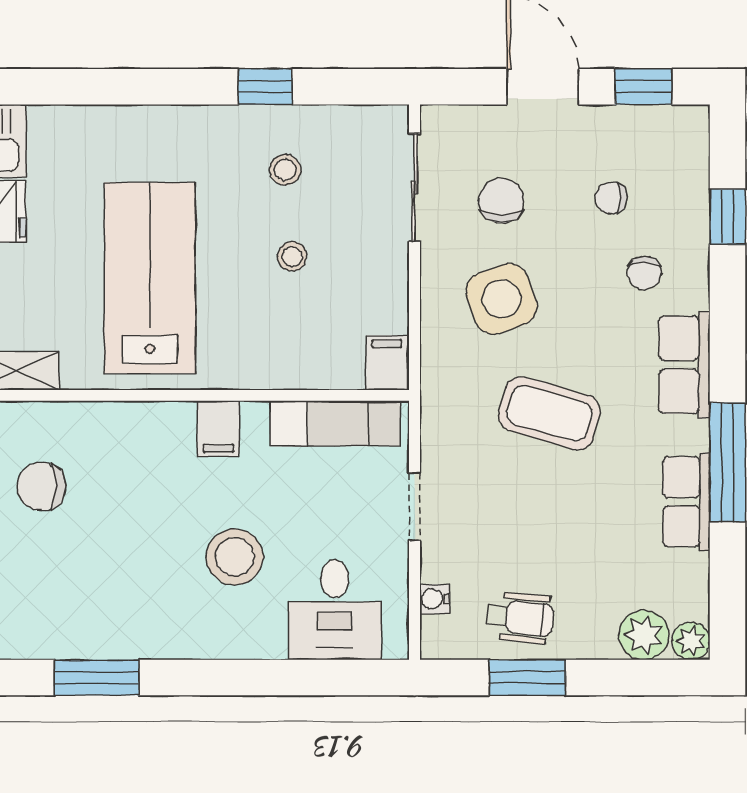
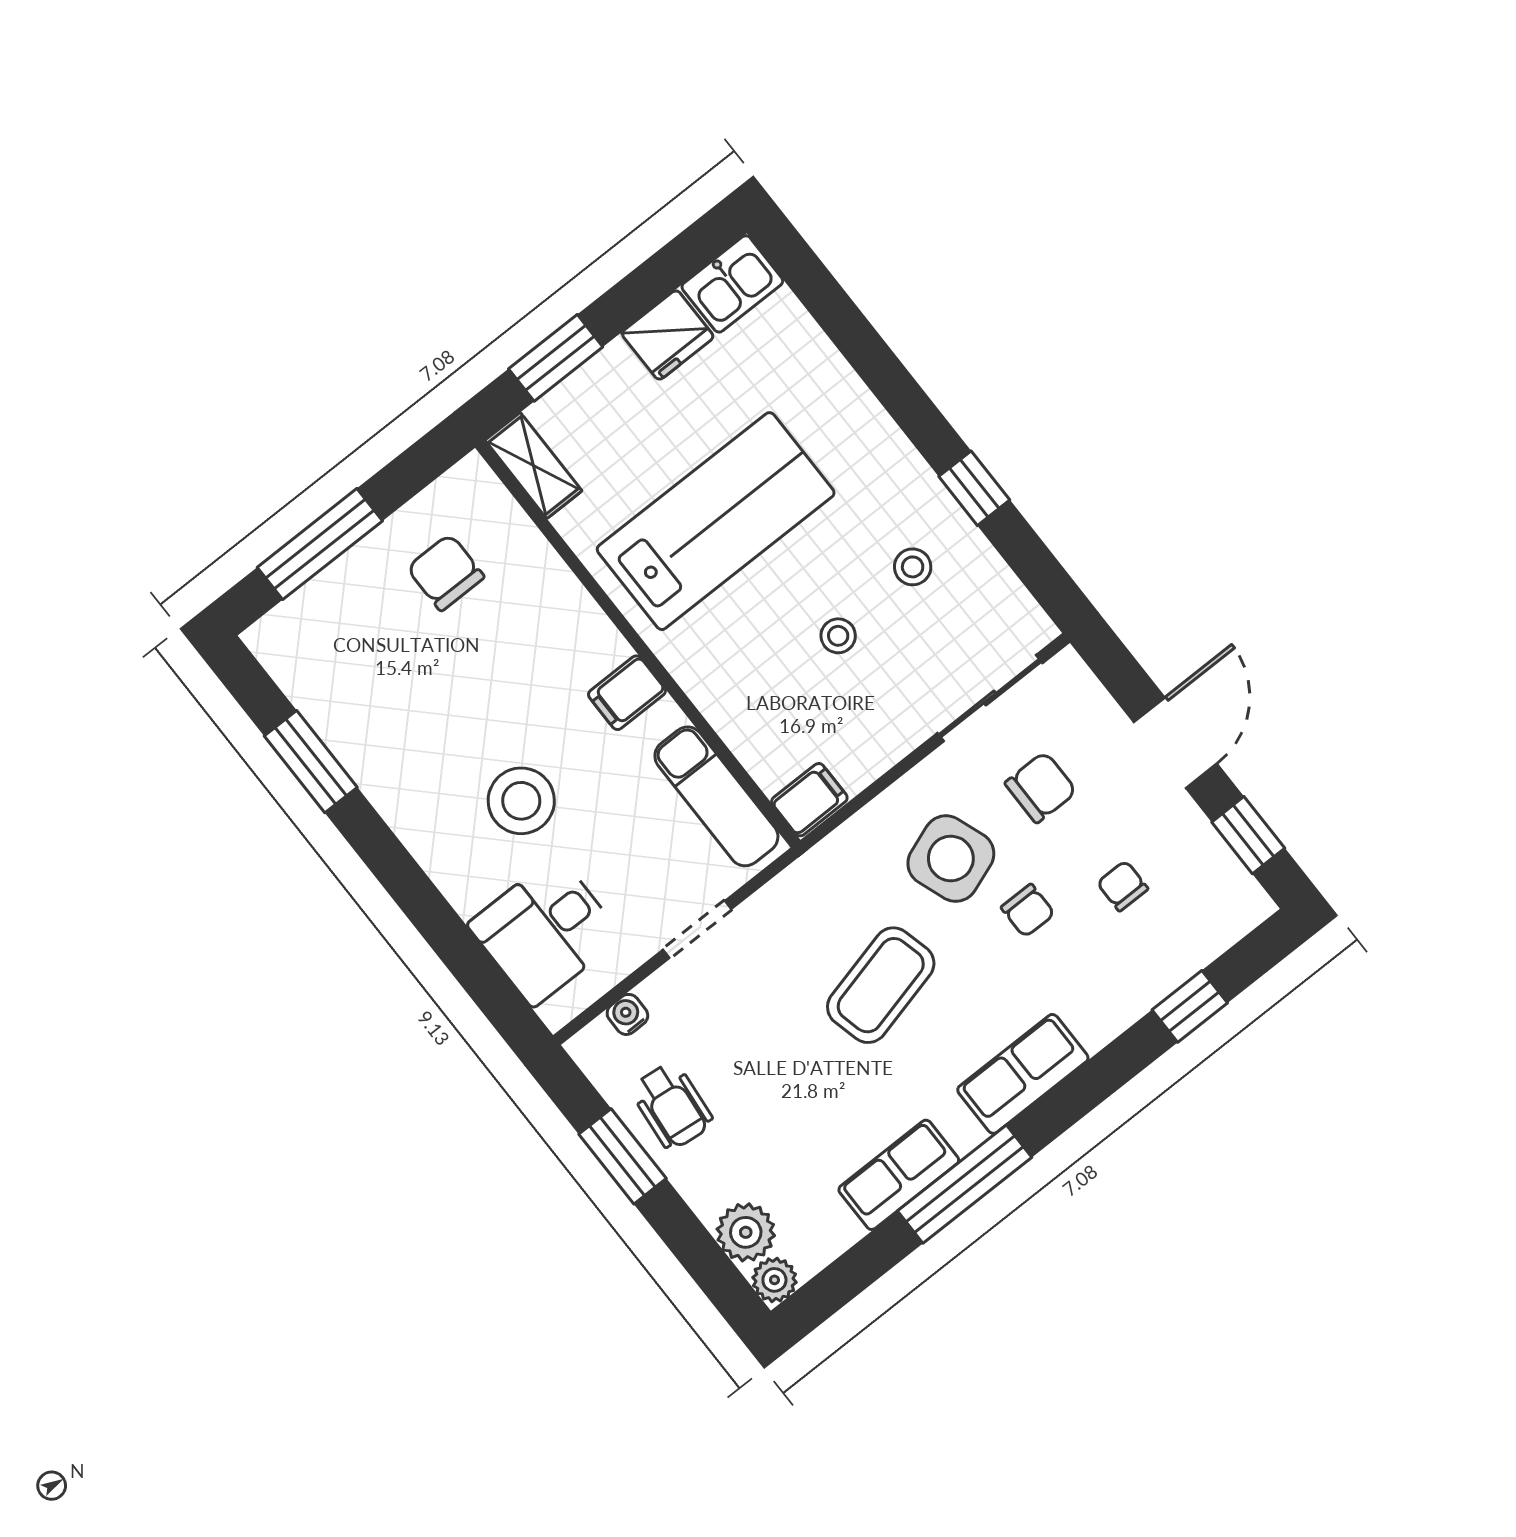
chair: (644, 273) -> (1028, 911), moved, turned -90
coffee table: (549, 413) -> (881, 985), turned 60

